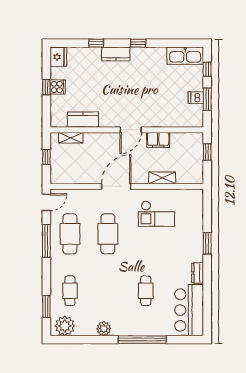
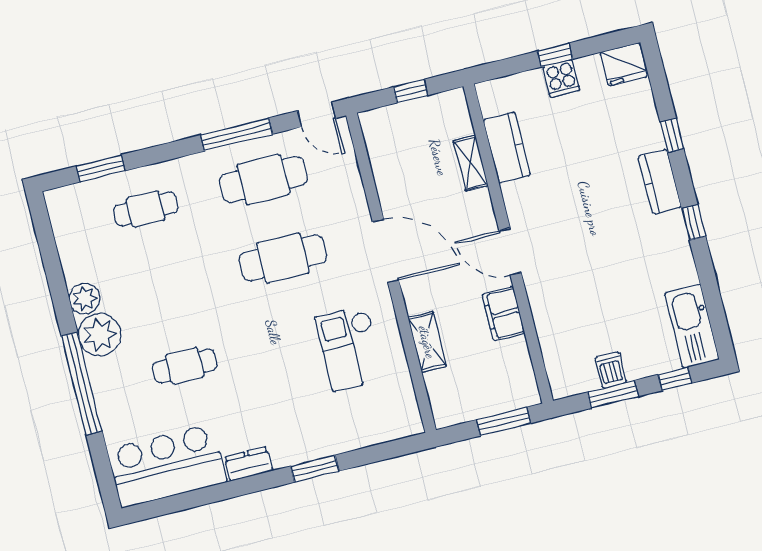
shelving: (71, 138) -> (471, 163), moved
window: (207, 152) -> (504, 422), width x1.50
plant: (65, 326) -> (100, 335), moved

